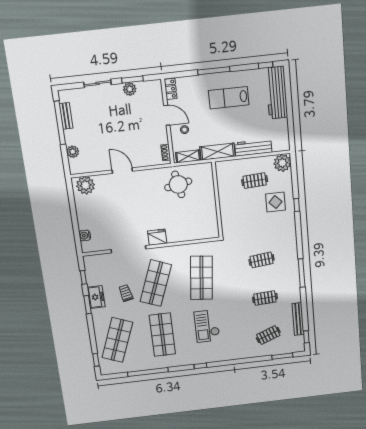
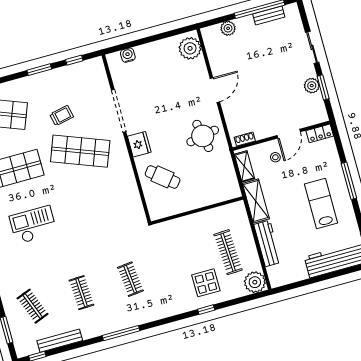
clothes rail: (255, 181) -> (228, 252), width x1.36
round table: (178, 184) -> (203, 136), moved
cafe table: (186, 223) -> (163, 177), added
shop shelf: (201, 278) -> (96, 207), removed
freezer: (96, 297) -> (51, 79), removed

